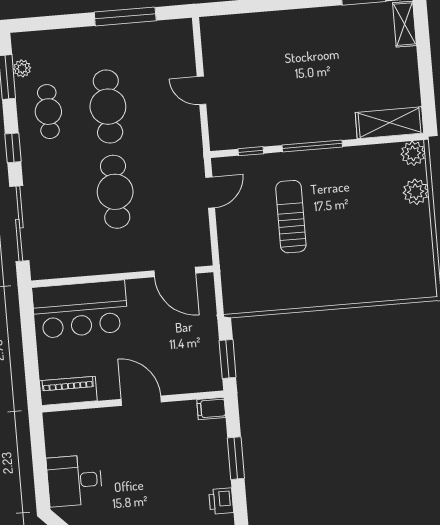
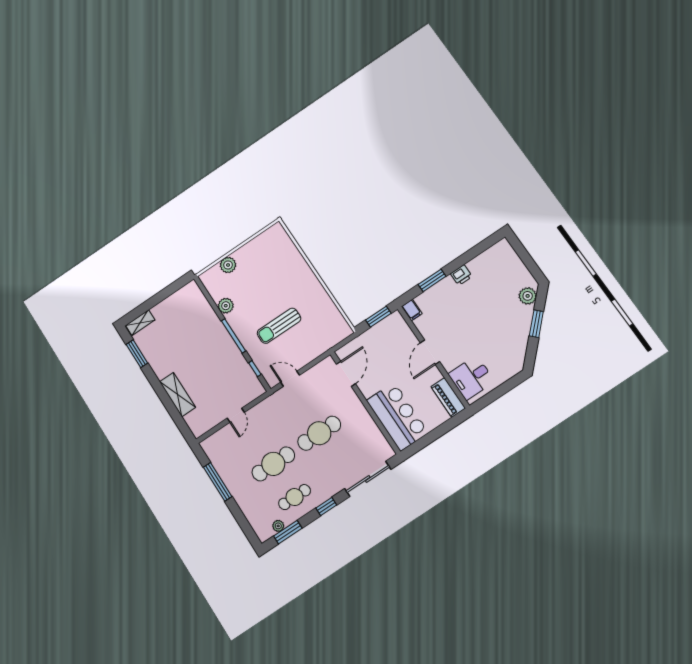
shelving: (390, 123) -> (178, 395), moved
plant: (413, 153) -> (226, 306), moved
desk: (74, 481) -> (471, 378), moved, turned 90

